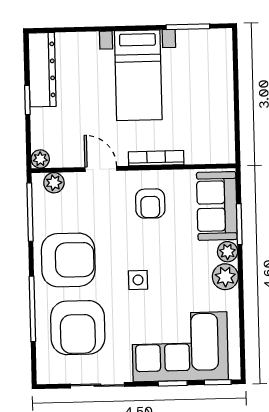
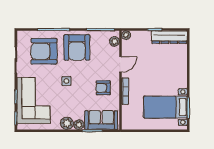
bed with nightstands: (138, 75) -> (165, 107), moved

